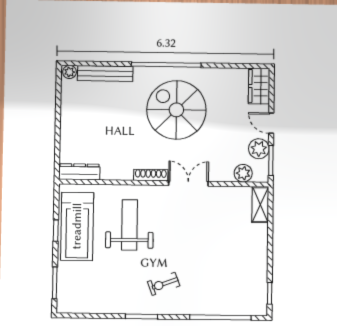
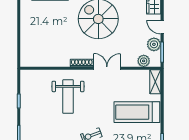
dresser: (79, 172) -> (34, 62), removed
weight bench: (130, 225) -> (68, 97), turned 180
treadmill: (77, 226) -> (137, 112), moved, turned 90

